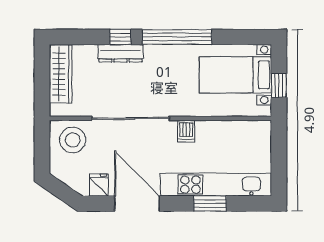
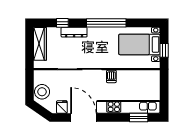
window: (120, 37) -> (62, 23), moved
stool: (73, 140) -> (42, 92), moved
window: (210, 203) -> (139, 118), moved

